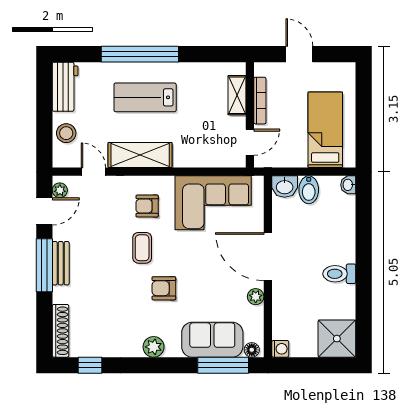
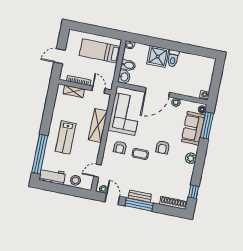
window: (140, 54) -> (40, 154), moved
shelving: (140, 155) -> (98, 125), moved
shower: (337, 339) -> (158, 57), moved

